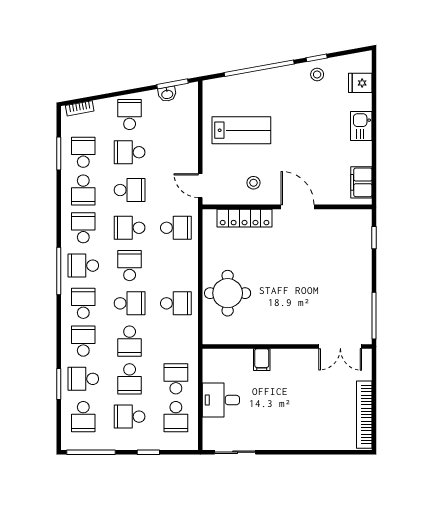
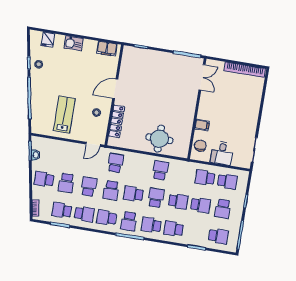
chair: (227, 362) -> (200, 146), added
school desk: (83, 379) -> (196, 232), removed

